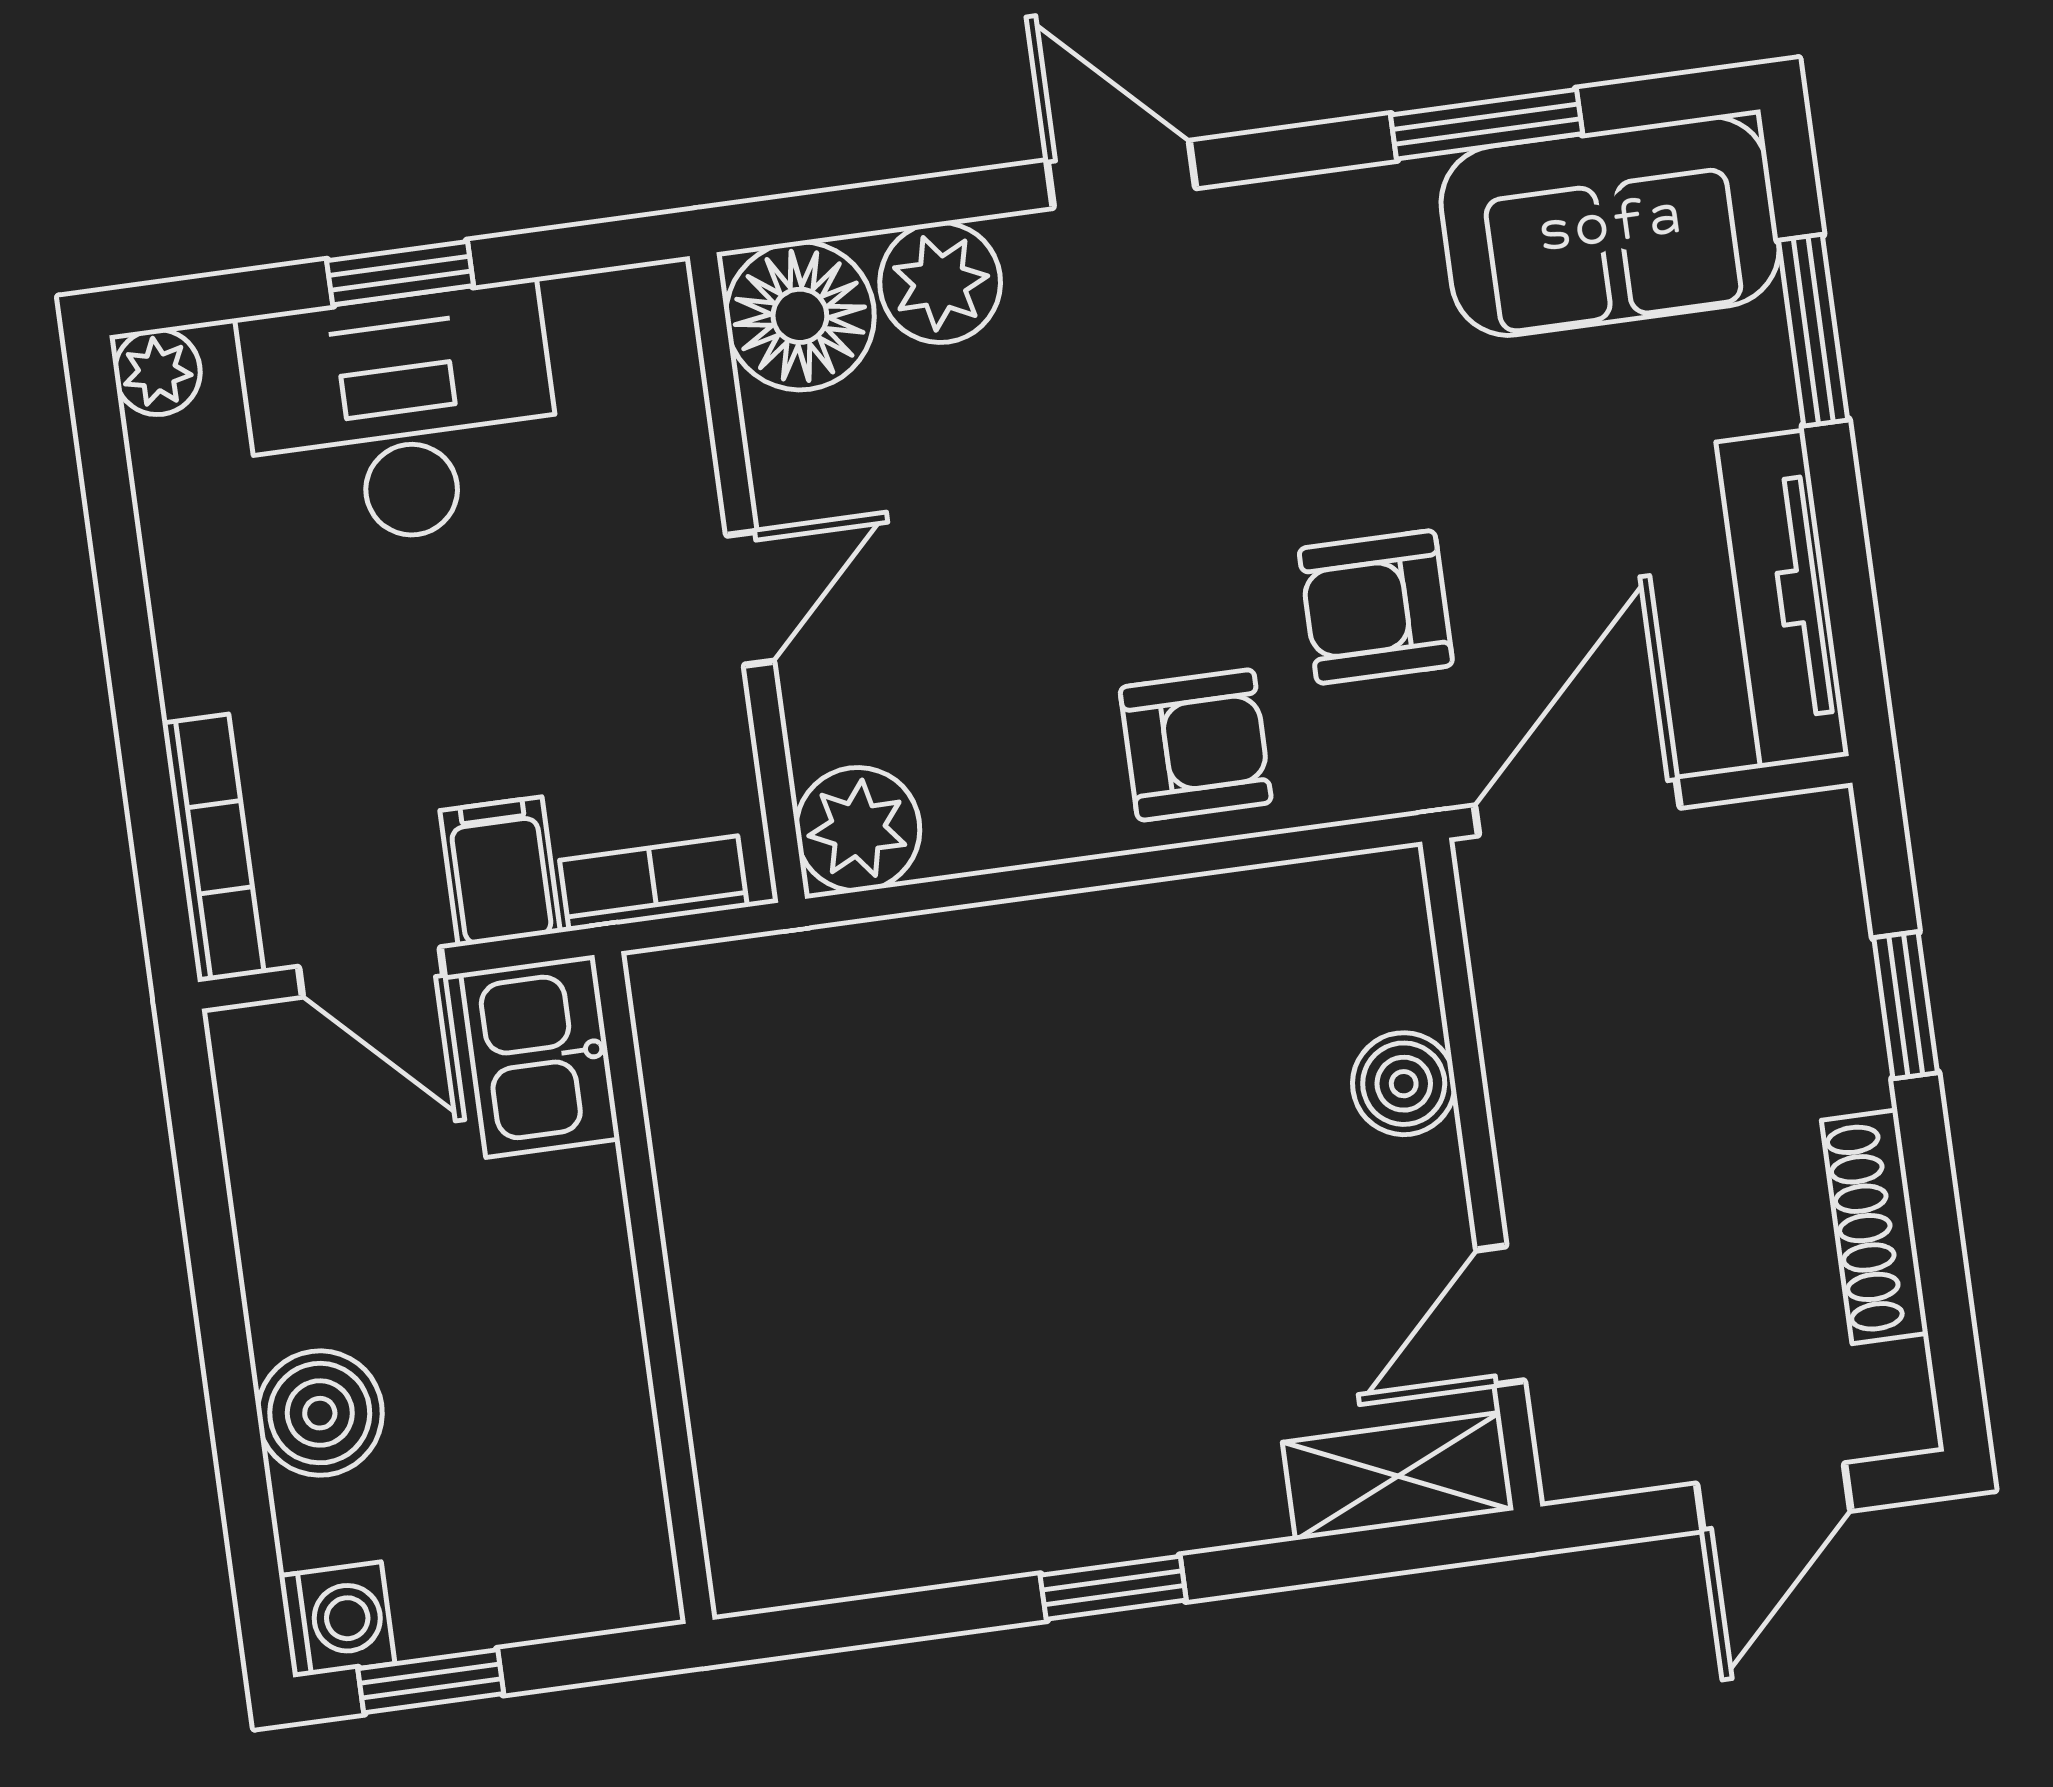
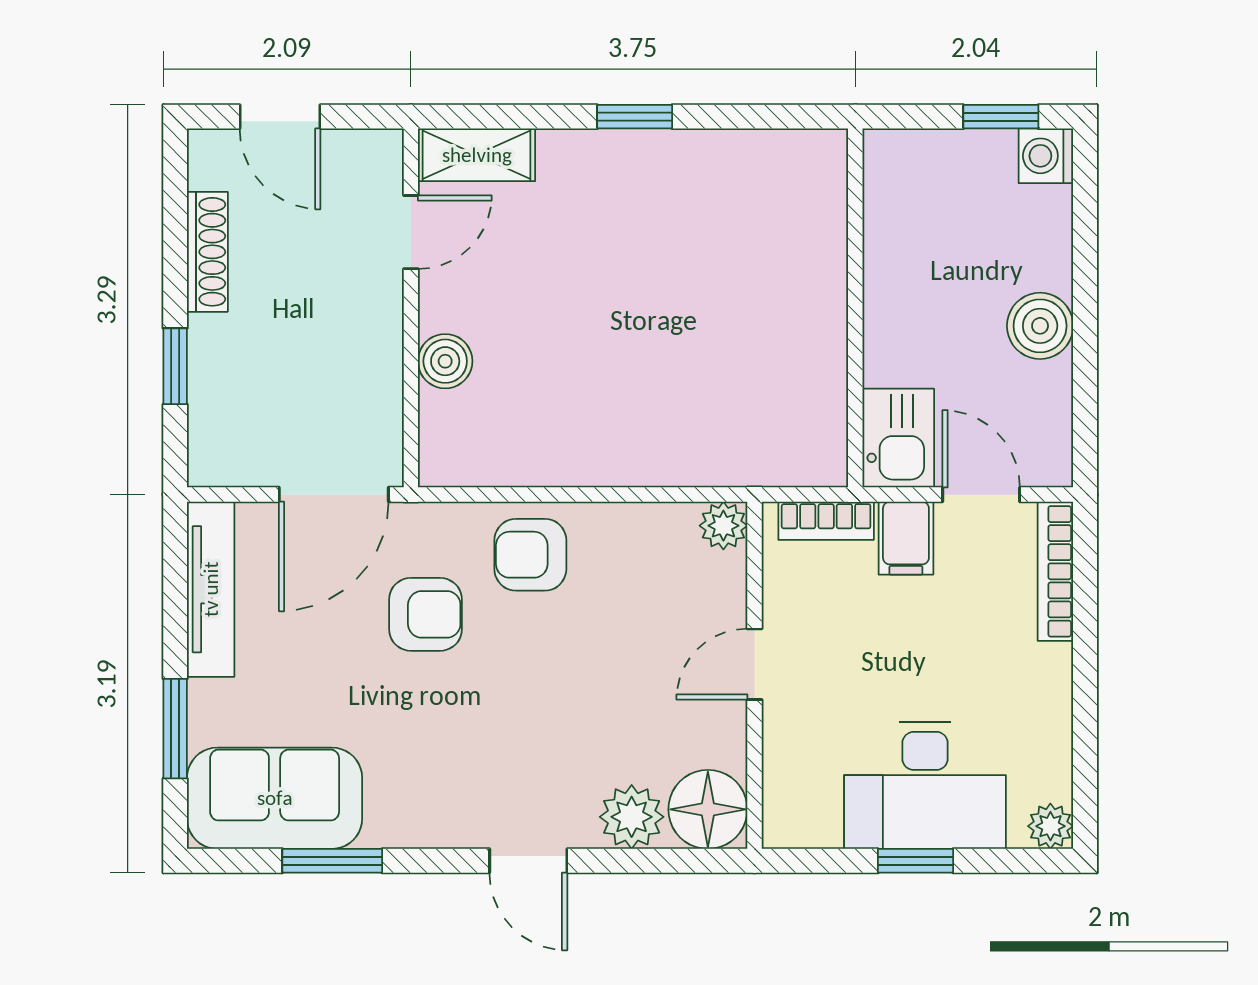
plant: (858, 829) -> (723, 526), width x0.73, depth x0.73
boiler: (320, 1413) -> (1040, 326), moved
door: (1774, 1497) -> (280, 117), swing flipped

